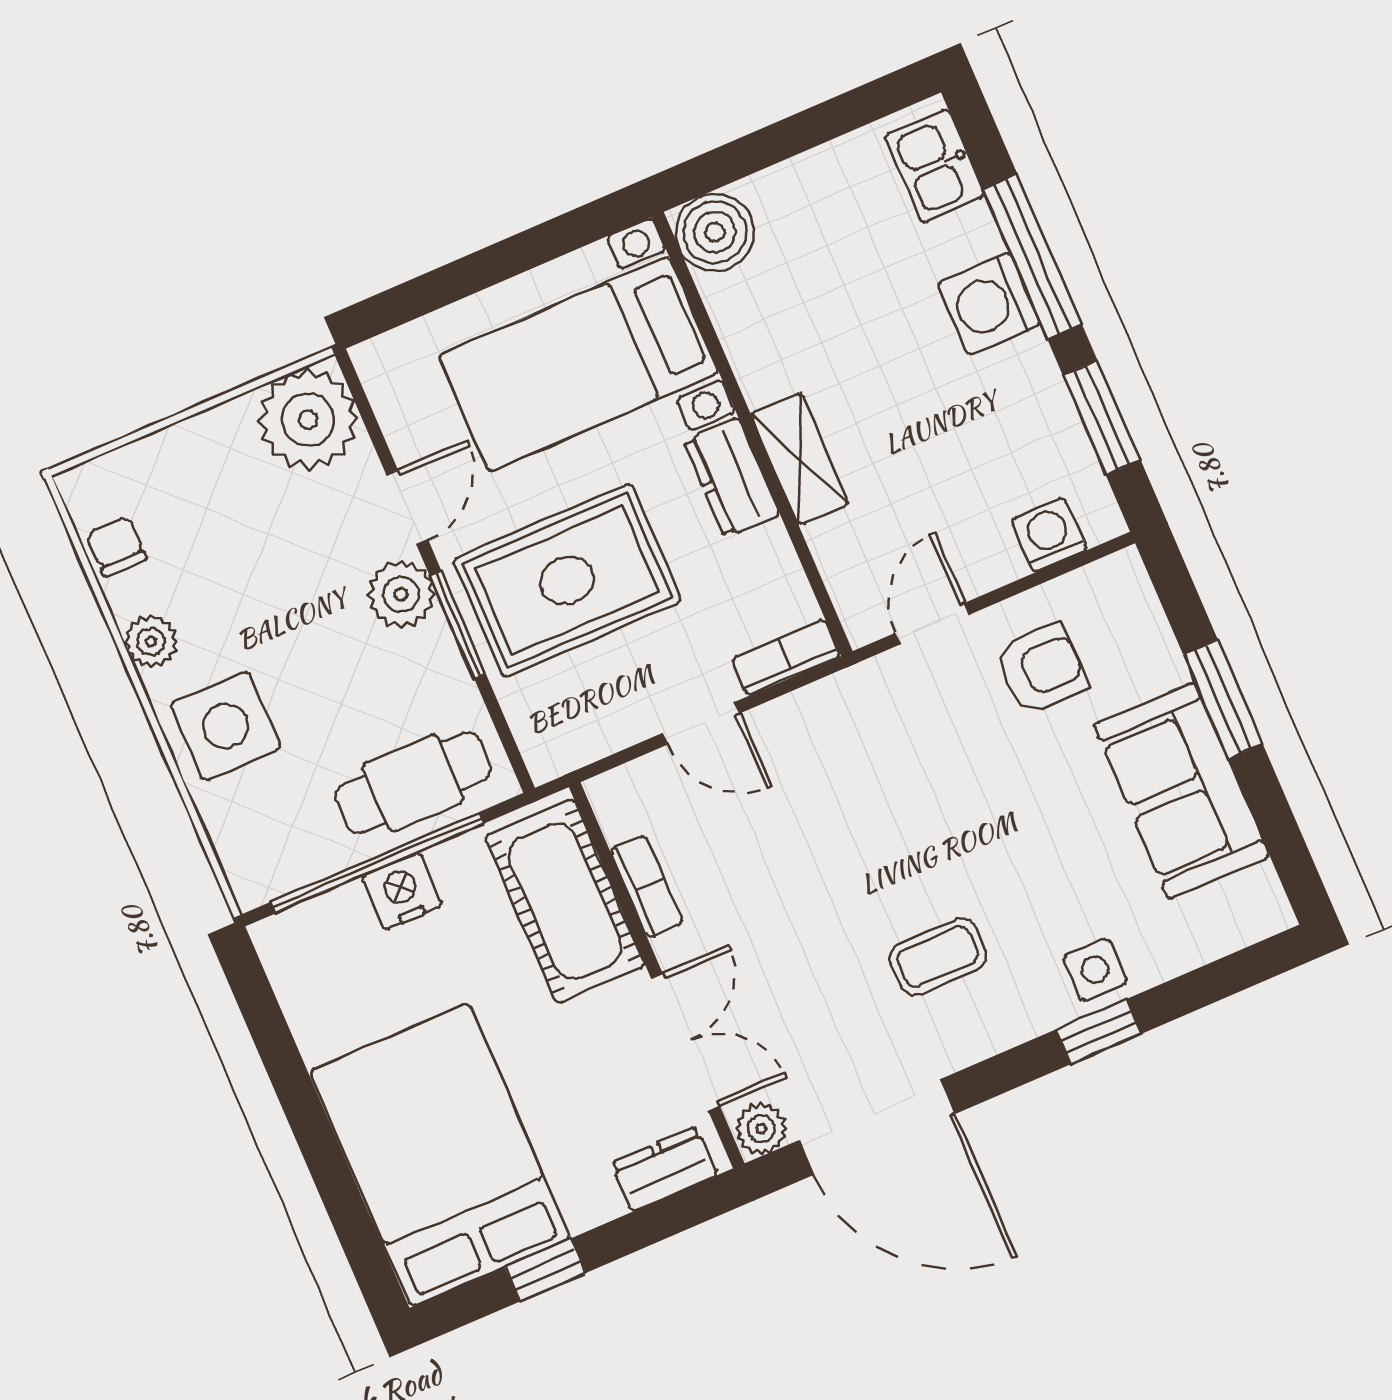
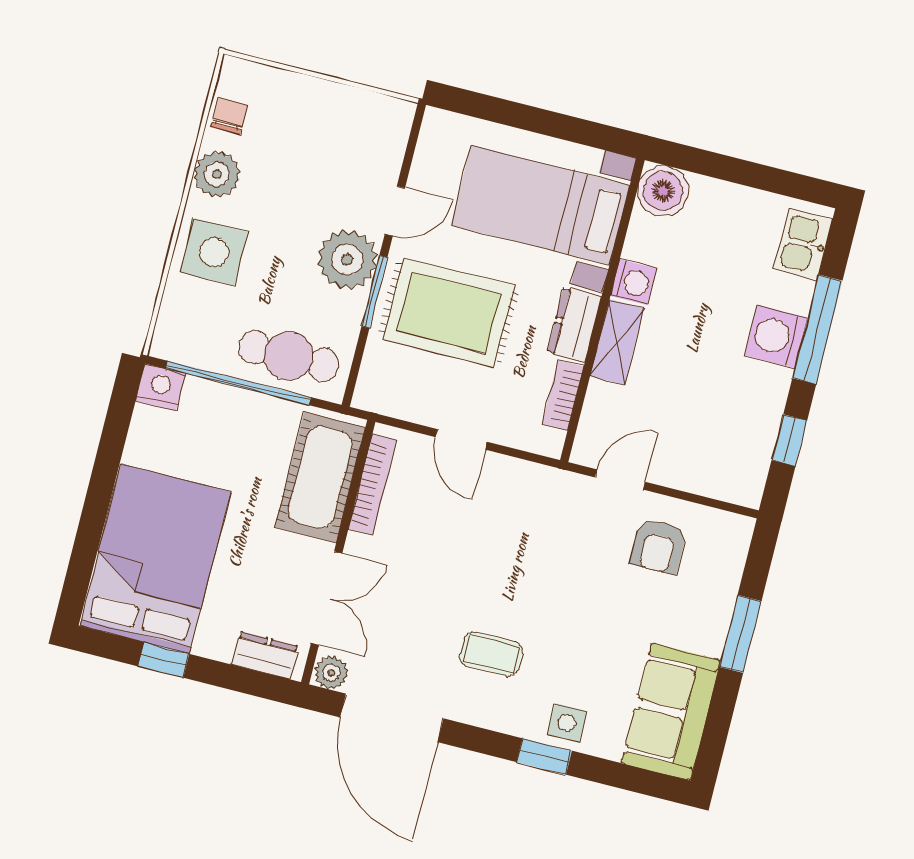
window: (1102, 418) -> (789, 440), width x0.67
plant: (308, 420) -> (378, 127), removed
washing machine: (1049, 535) -> (633, 282), moved, turned 90
plant: (401, 594) -> (347, 259), width x1.36, depth x1.36
plant: (151, 642) -> (217, 174), width x1.38, depth x1.38
bookcase: (786, 657) -> (563, 395), moved, turned -90
armchair: (1041, 669) -> (658, 546), turned 90
sofa: (1182, 790) -> (671, 712), moved
bookcase: (646, 886) -> (372, 485), width x1.56
nightstand: (402, 891) -> (160, 387), moved

